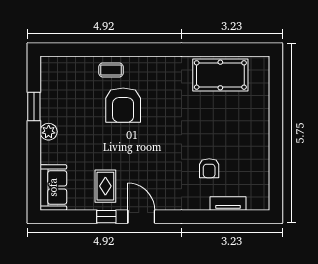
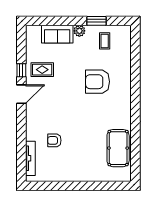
coffee table: (111, 70) -> (105, 41), moved
sofa: (53, 187) -> (57, 34), moved
tv unit: (228, 204) -> (30, 158), width x1.41

